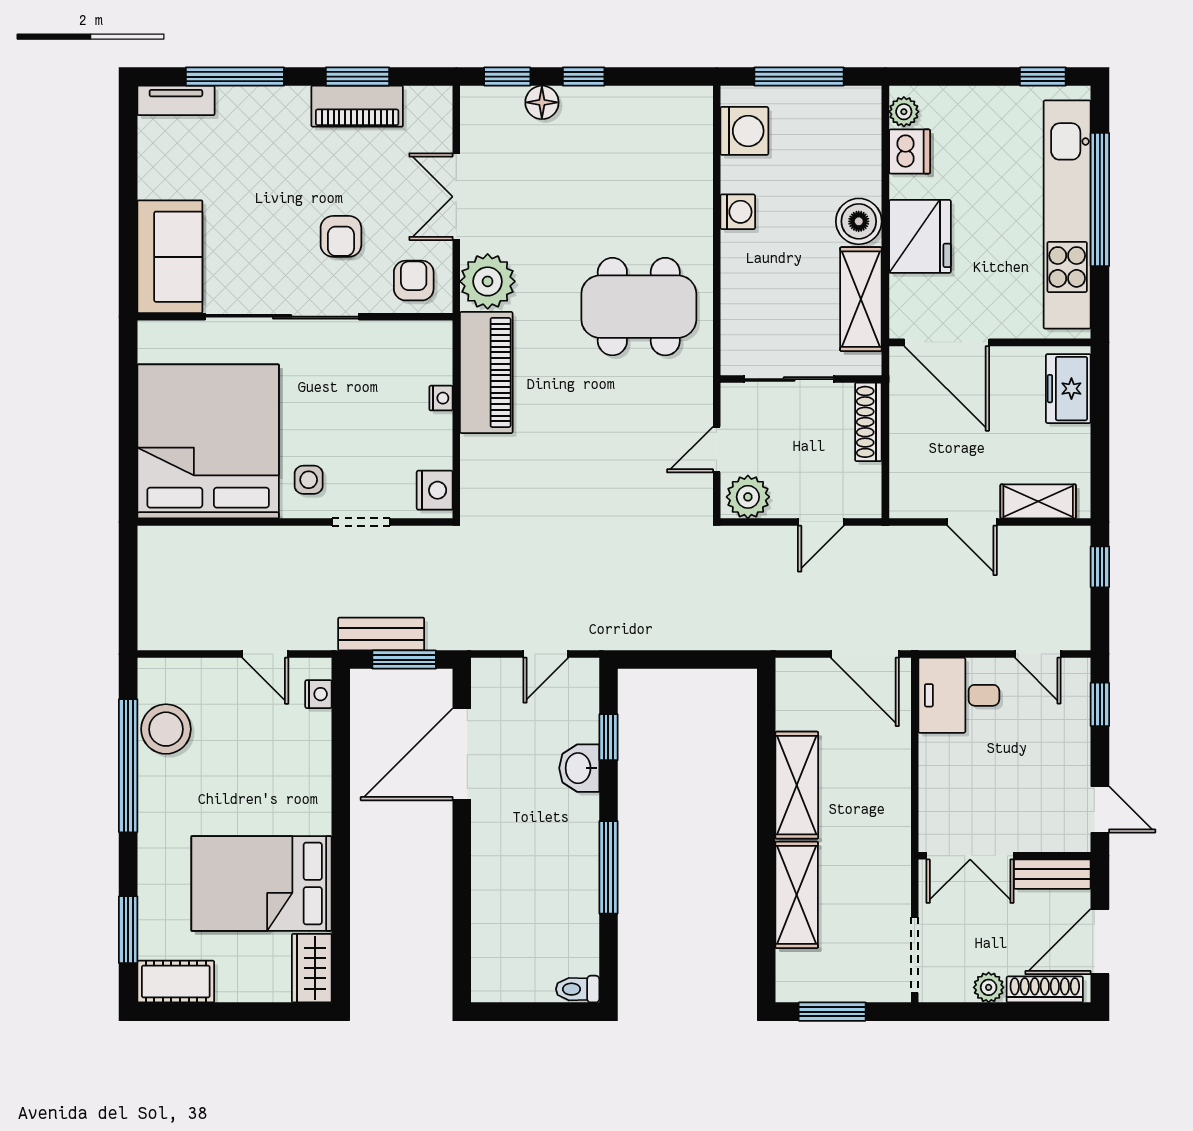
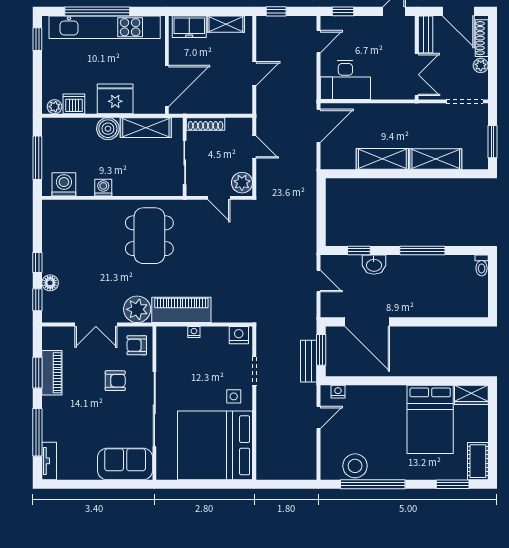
shelving: (1038, 501) -> (226, 24), moved, turned 90
desk: (959, 695) -> (345, 80), width x1.37

